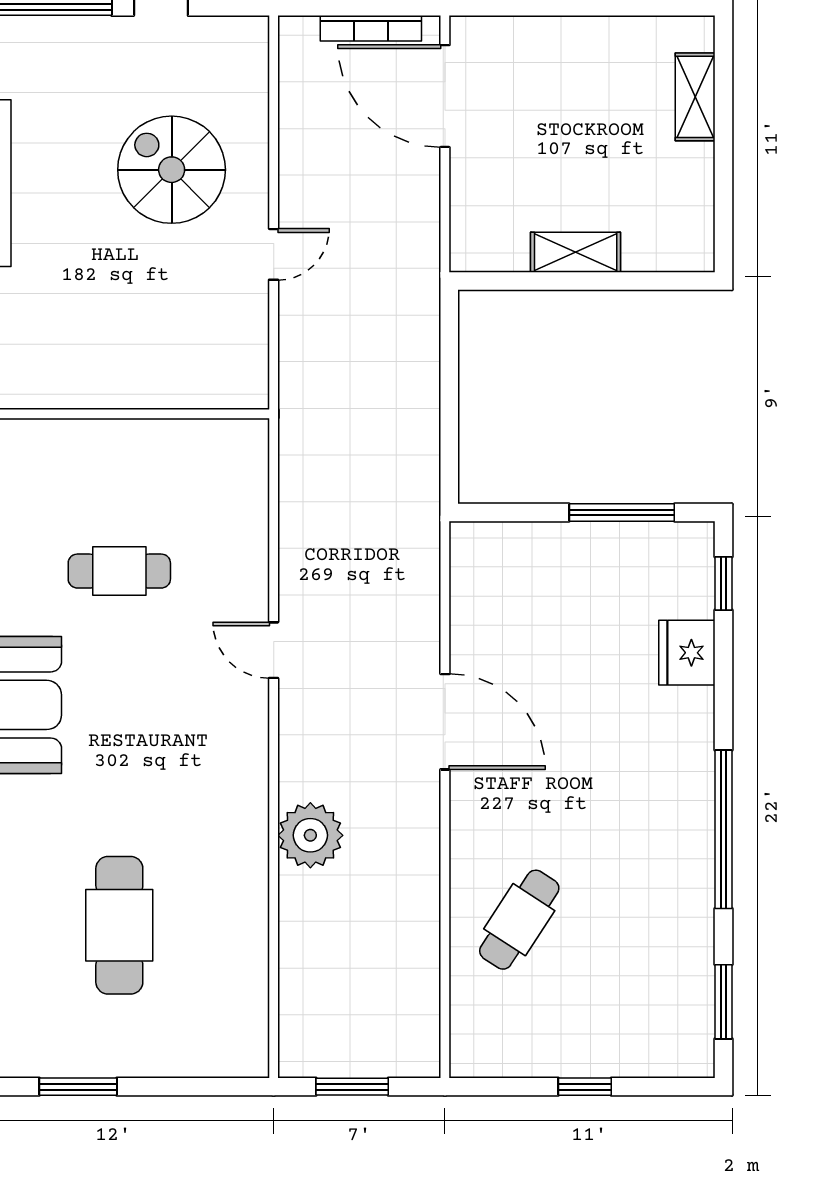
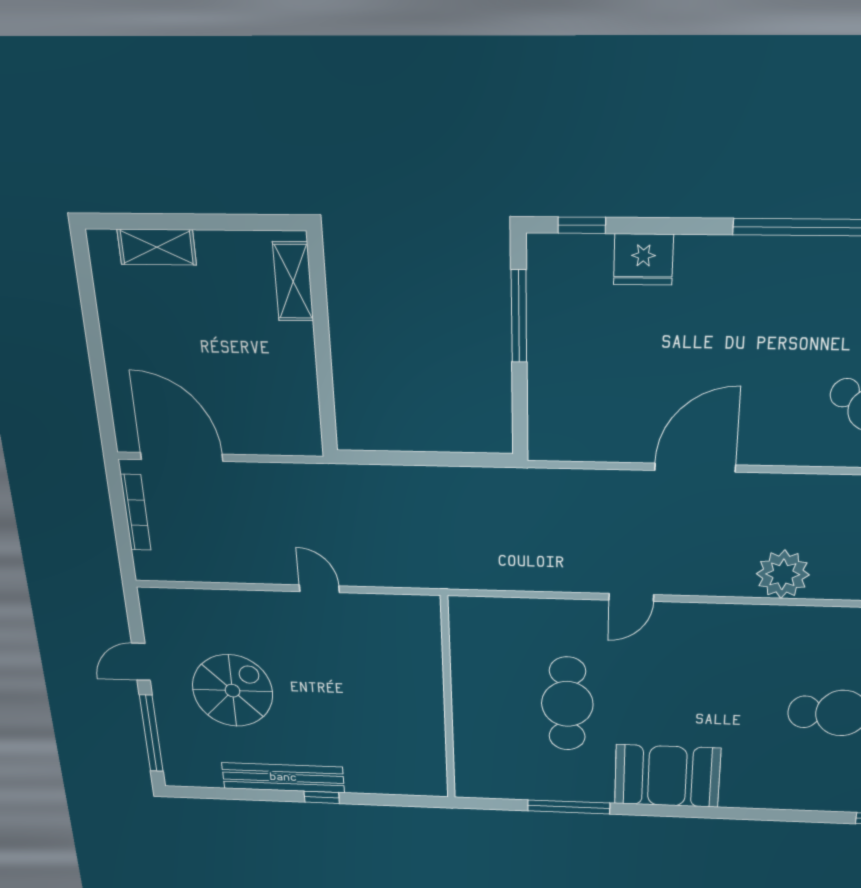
door: (445, 96) -> (182, 457), swing flipped
spiral stairs: (172, 170) -> (233, 691), moved, turned 180
shelving: (576, 252) -> (293, 282), moved
cafe table: (119, 571) -> (567, 704), width x1.37, depth x1.35

